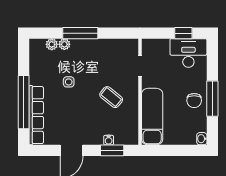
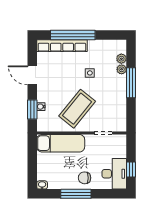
coffee table: (111, 97) -> (77, 109), width x1.86, depth x1.72
chair: (194, 100) -> (85, 178), moved

